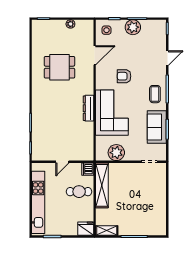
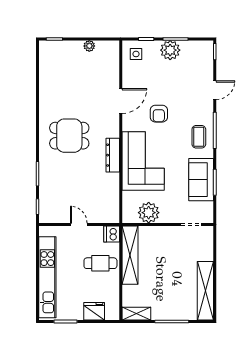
door: (95, 55) -> (121, 101), moved
dining table: (59, 67) -> (69, 136), moved
armchair: (124, 76) -> (159, 114), turned -90
door: (62, 162) -> (79, 224), swing flipped
shelving: (160, 213) -> (205, 291), added
fridge: (86, 229) -> (94, 311), moved

